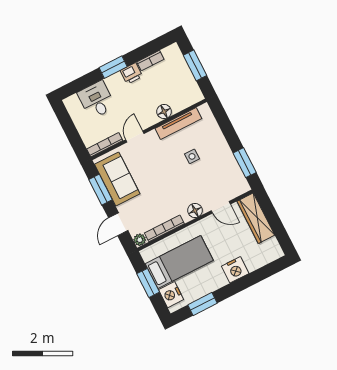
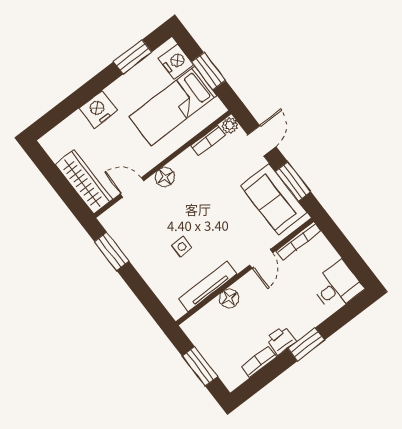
desk: (97, 100) -> (337, 286), moved, turned -90
bookcase: (164, 228) -> (208, 141), width x0.64

